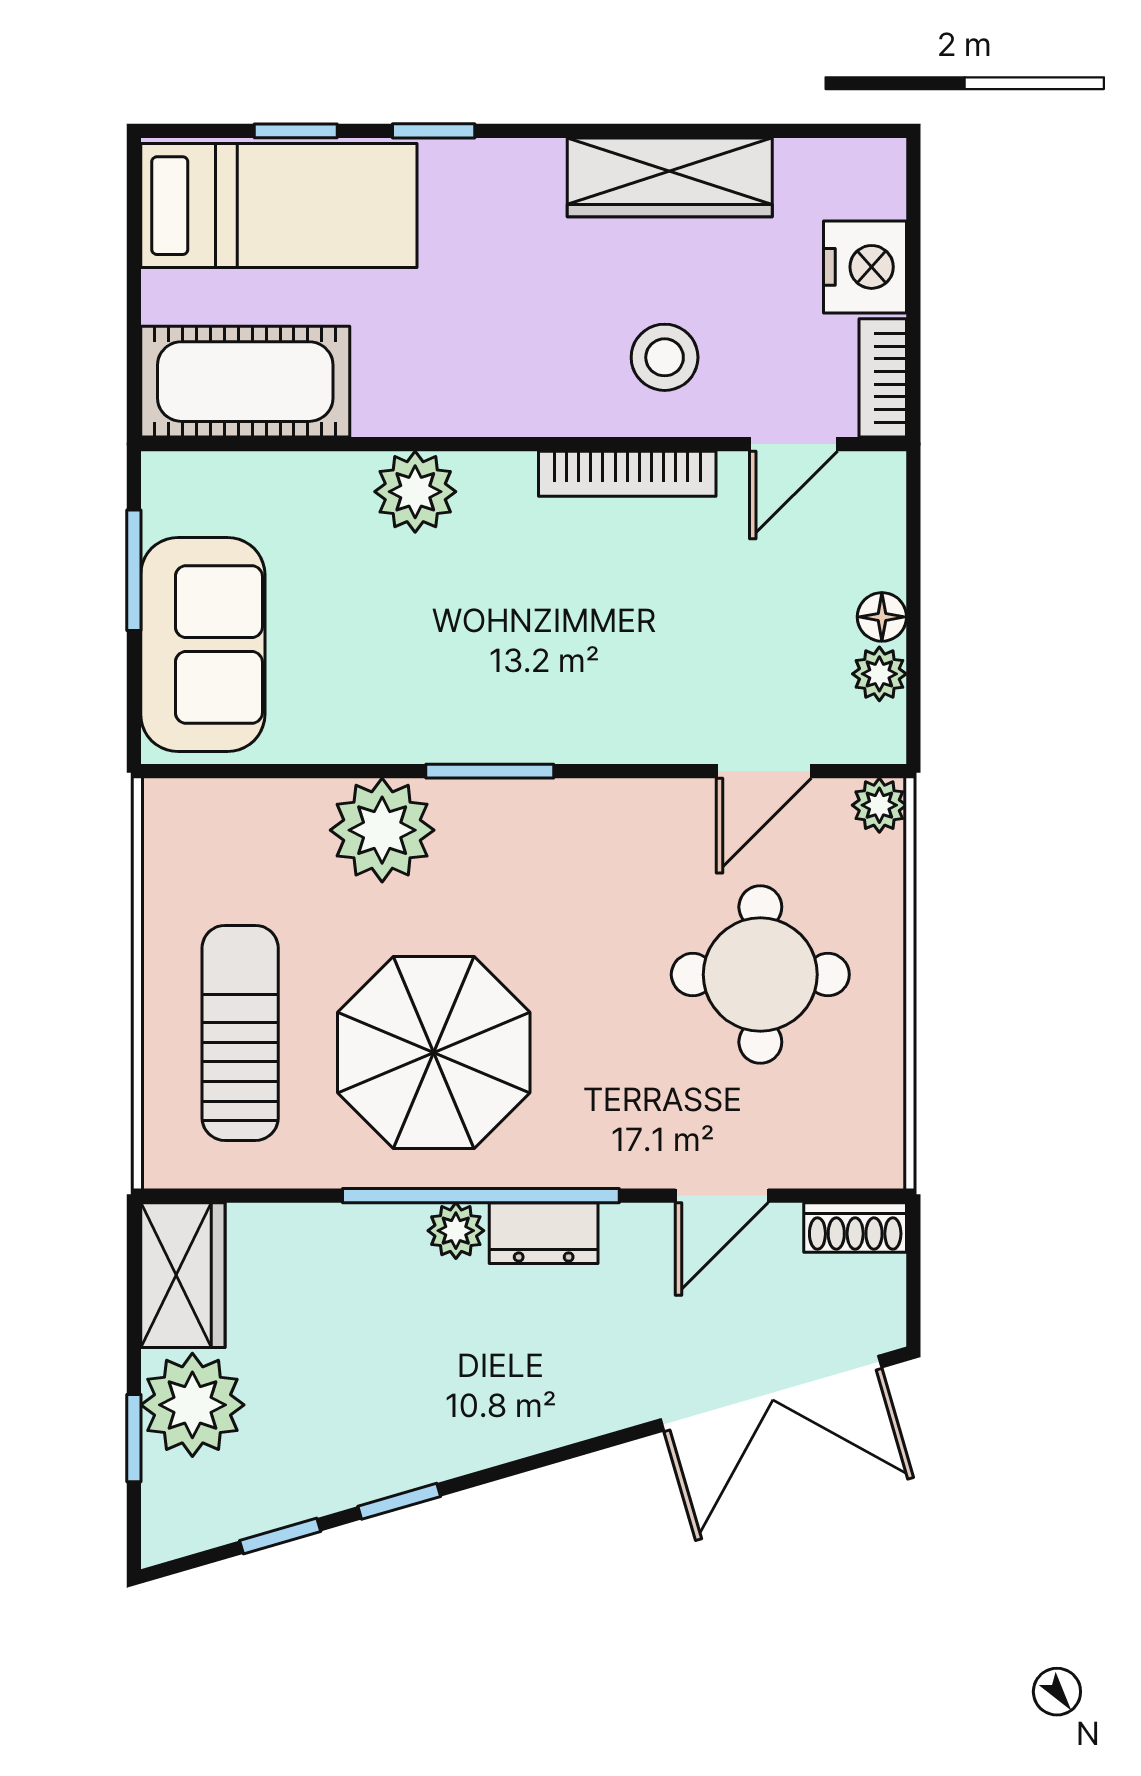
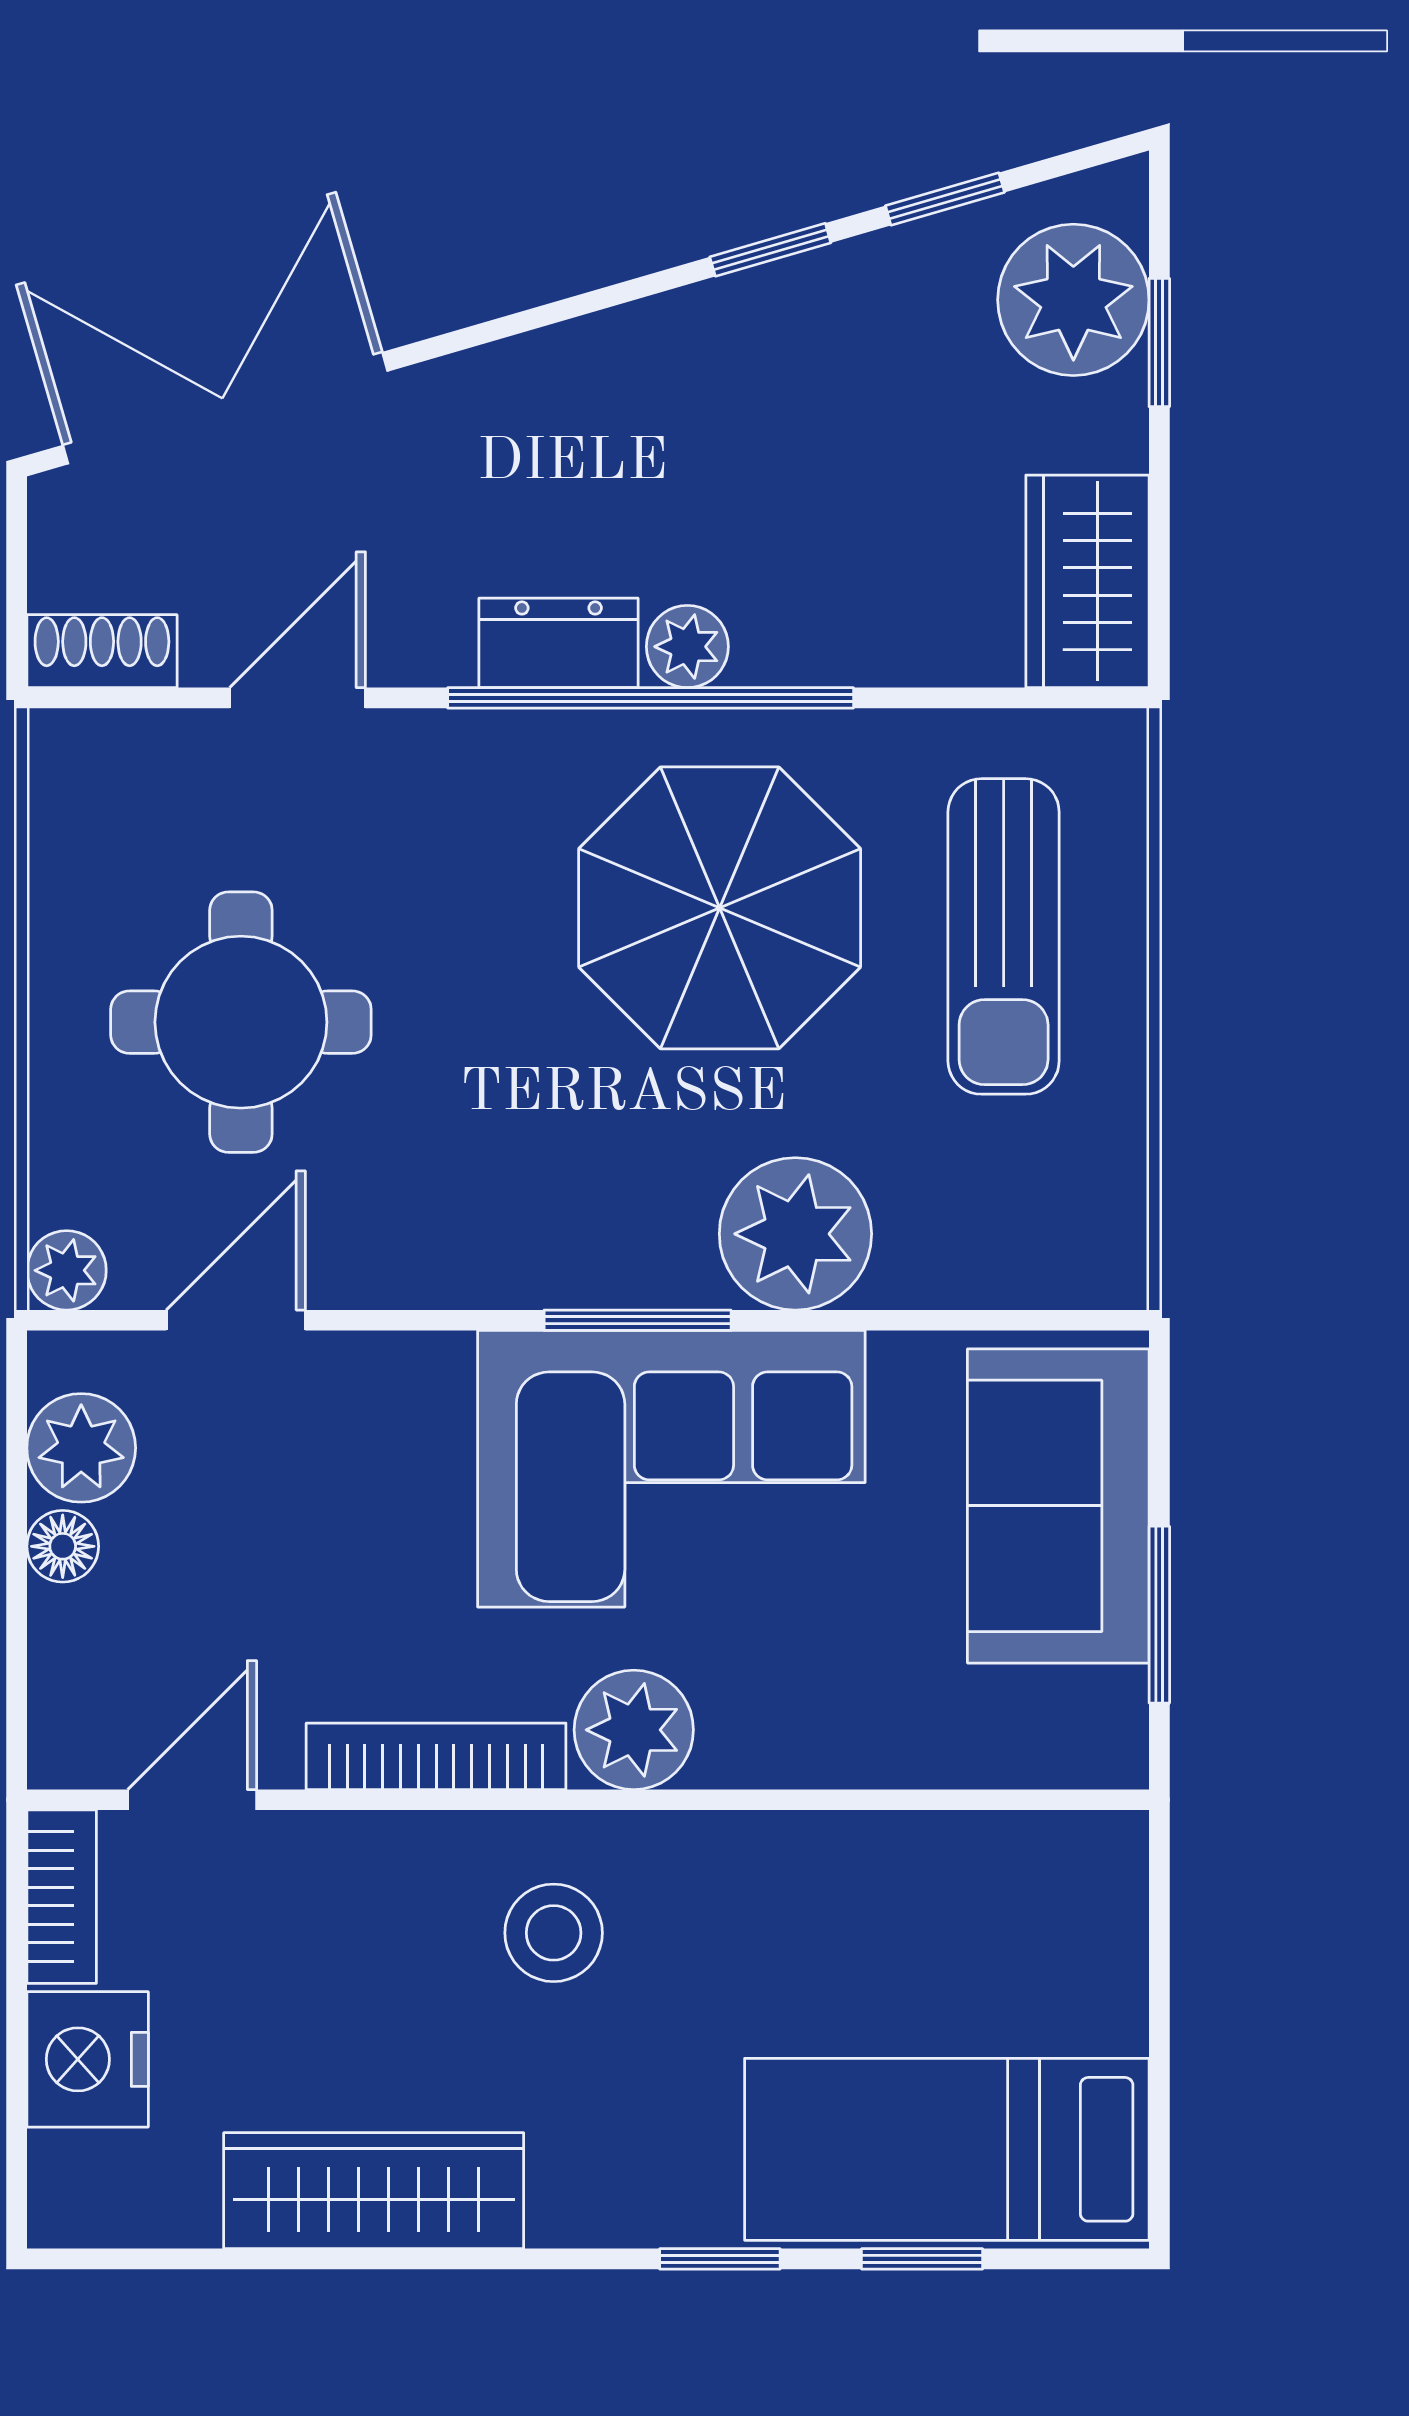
stool: (665, 357) -> (554, 1933), moved
cot: (245, 382) -> (996, 1891), removed
plant: (415, 492) -> (634, 1730), moved
corner sofa: (467, 670) -> (671, 1469), added
plant: (879, 674) -> (81, 1448), width x1.38, depth x1.38
plant: (192, 1405) -> (1073, 300), moved

